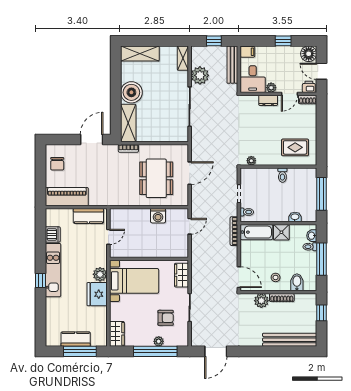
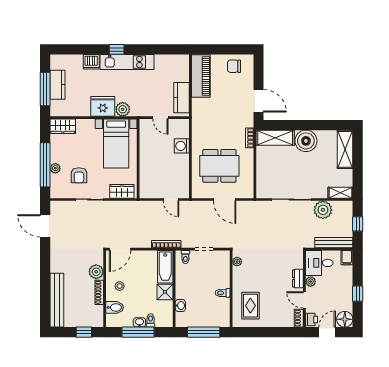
washing machine: (158, 216) -> (182, 146), moved
dishwasher: (53, 234) -> (91, 62), moved
washbasin: (312, 236) -> (139, 322), moved

